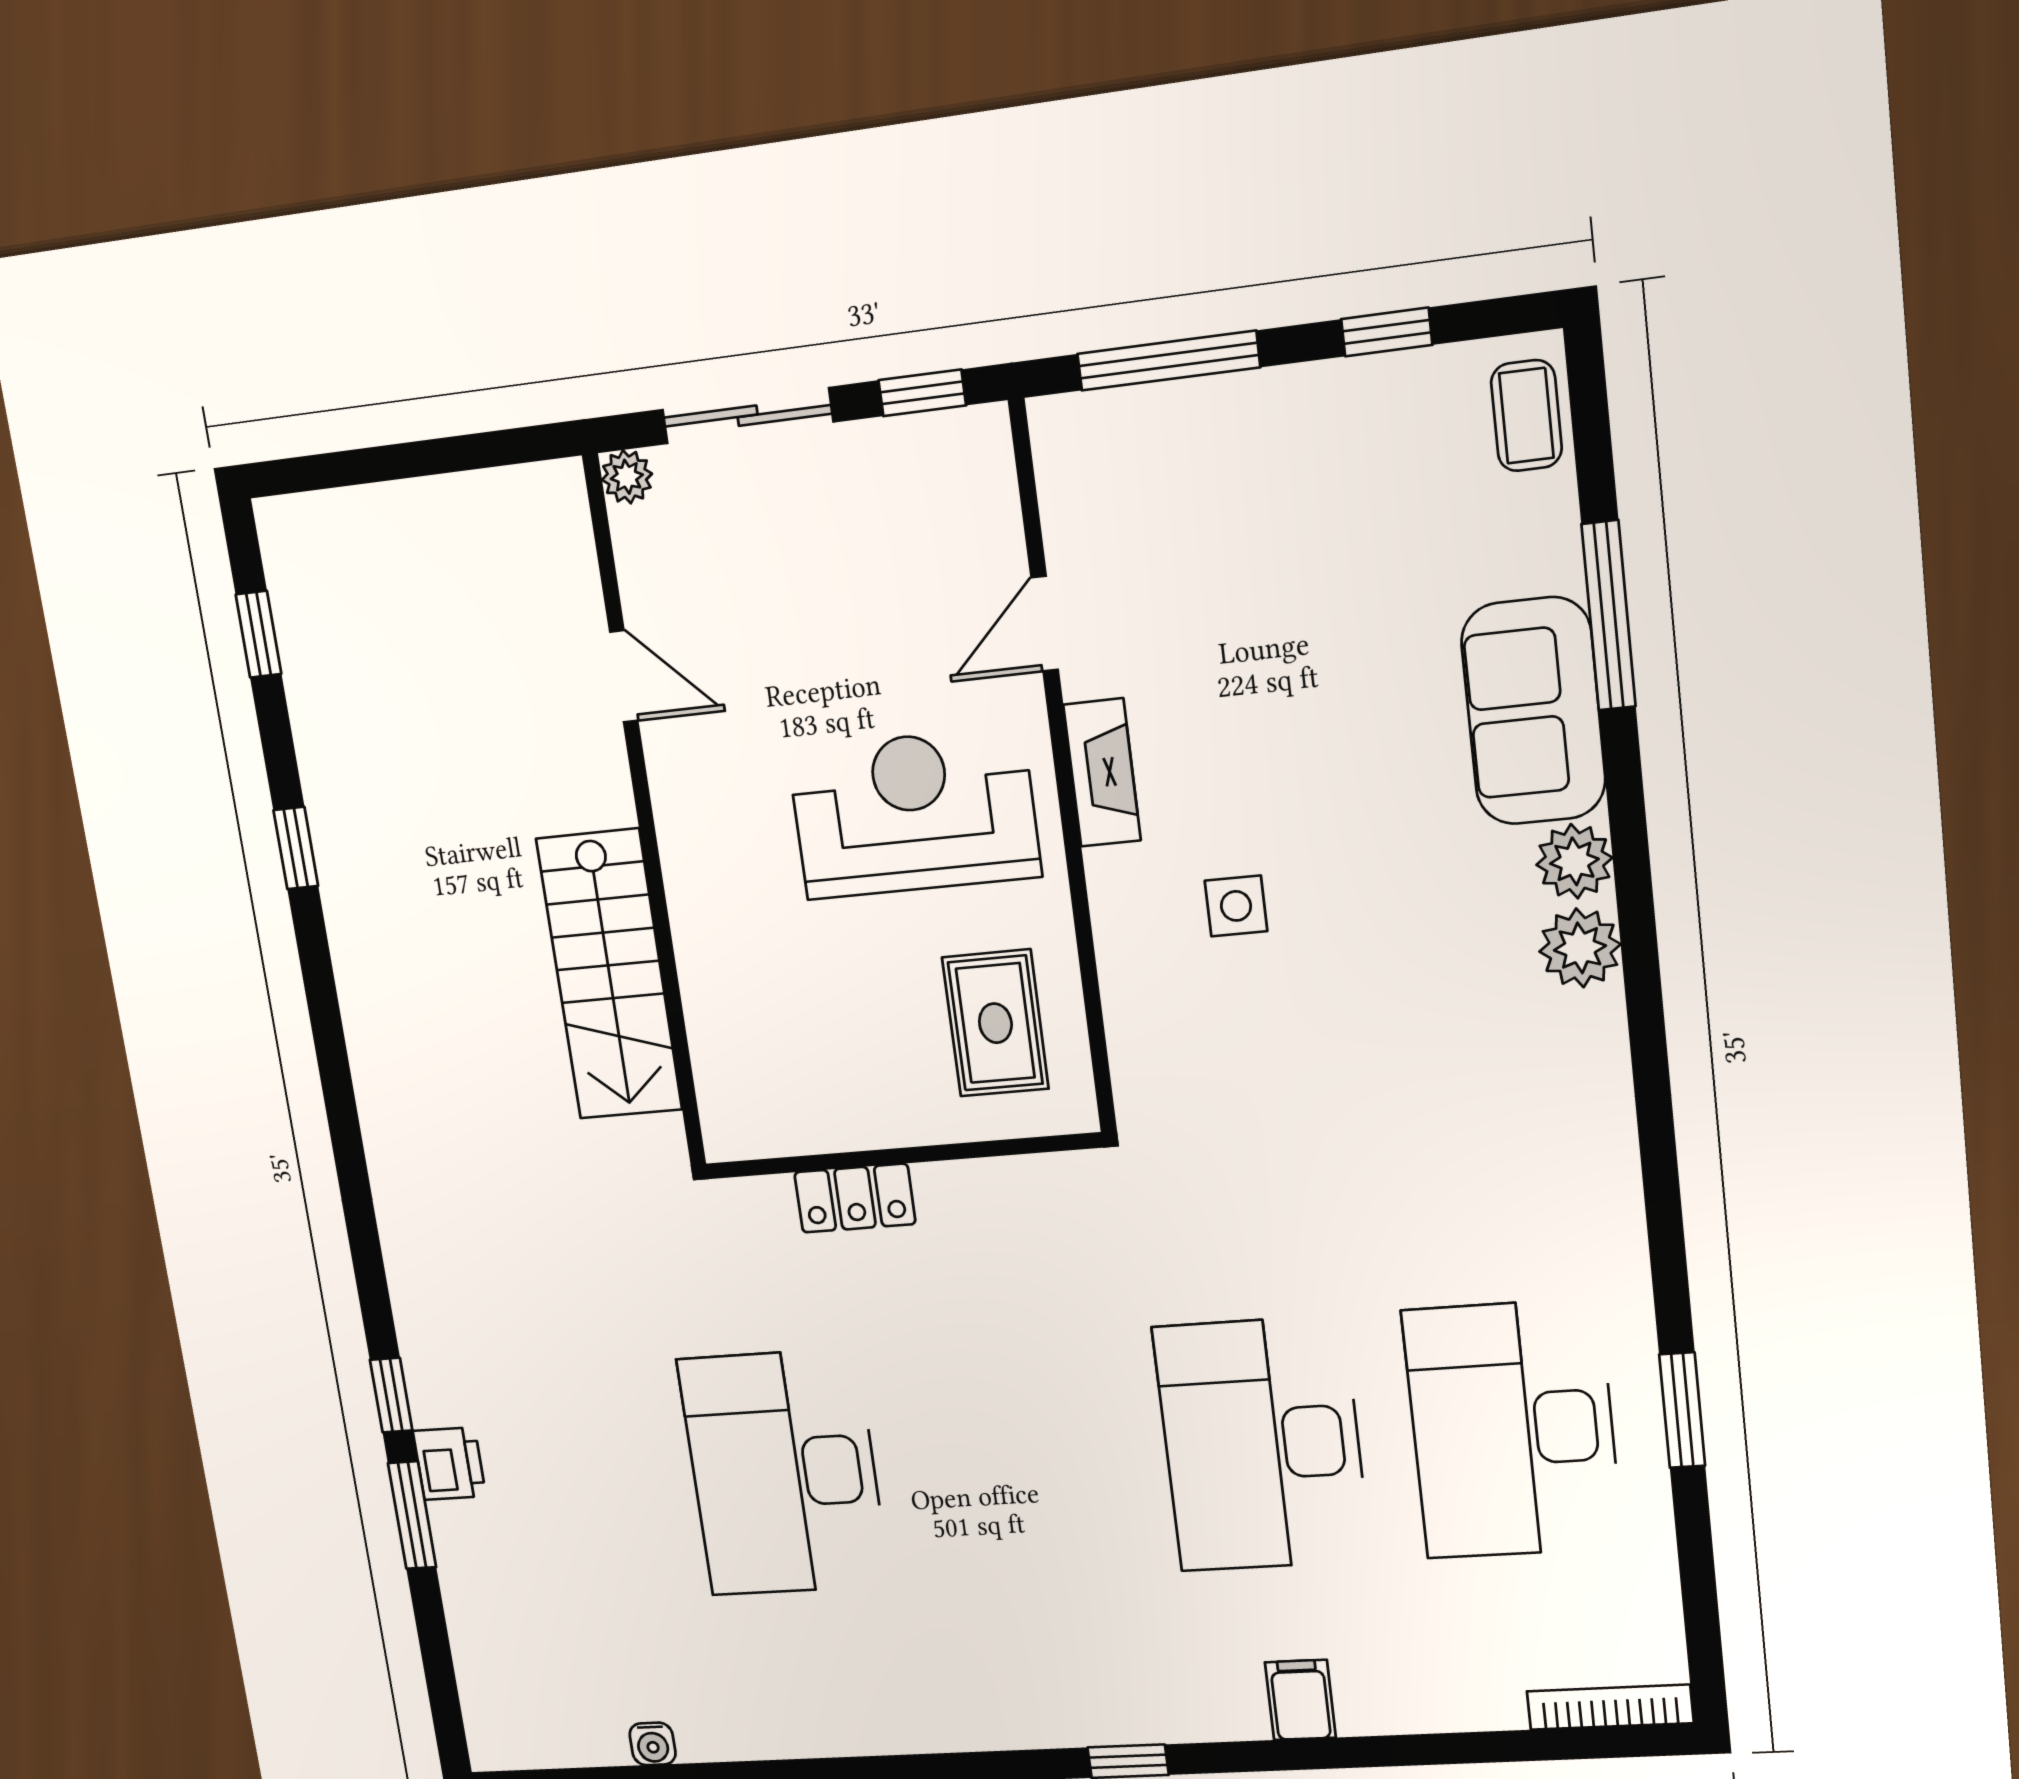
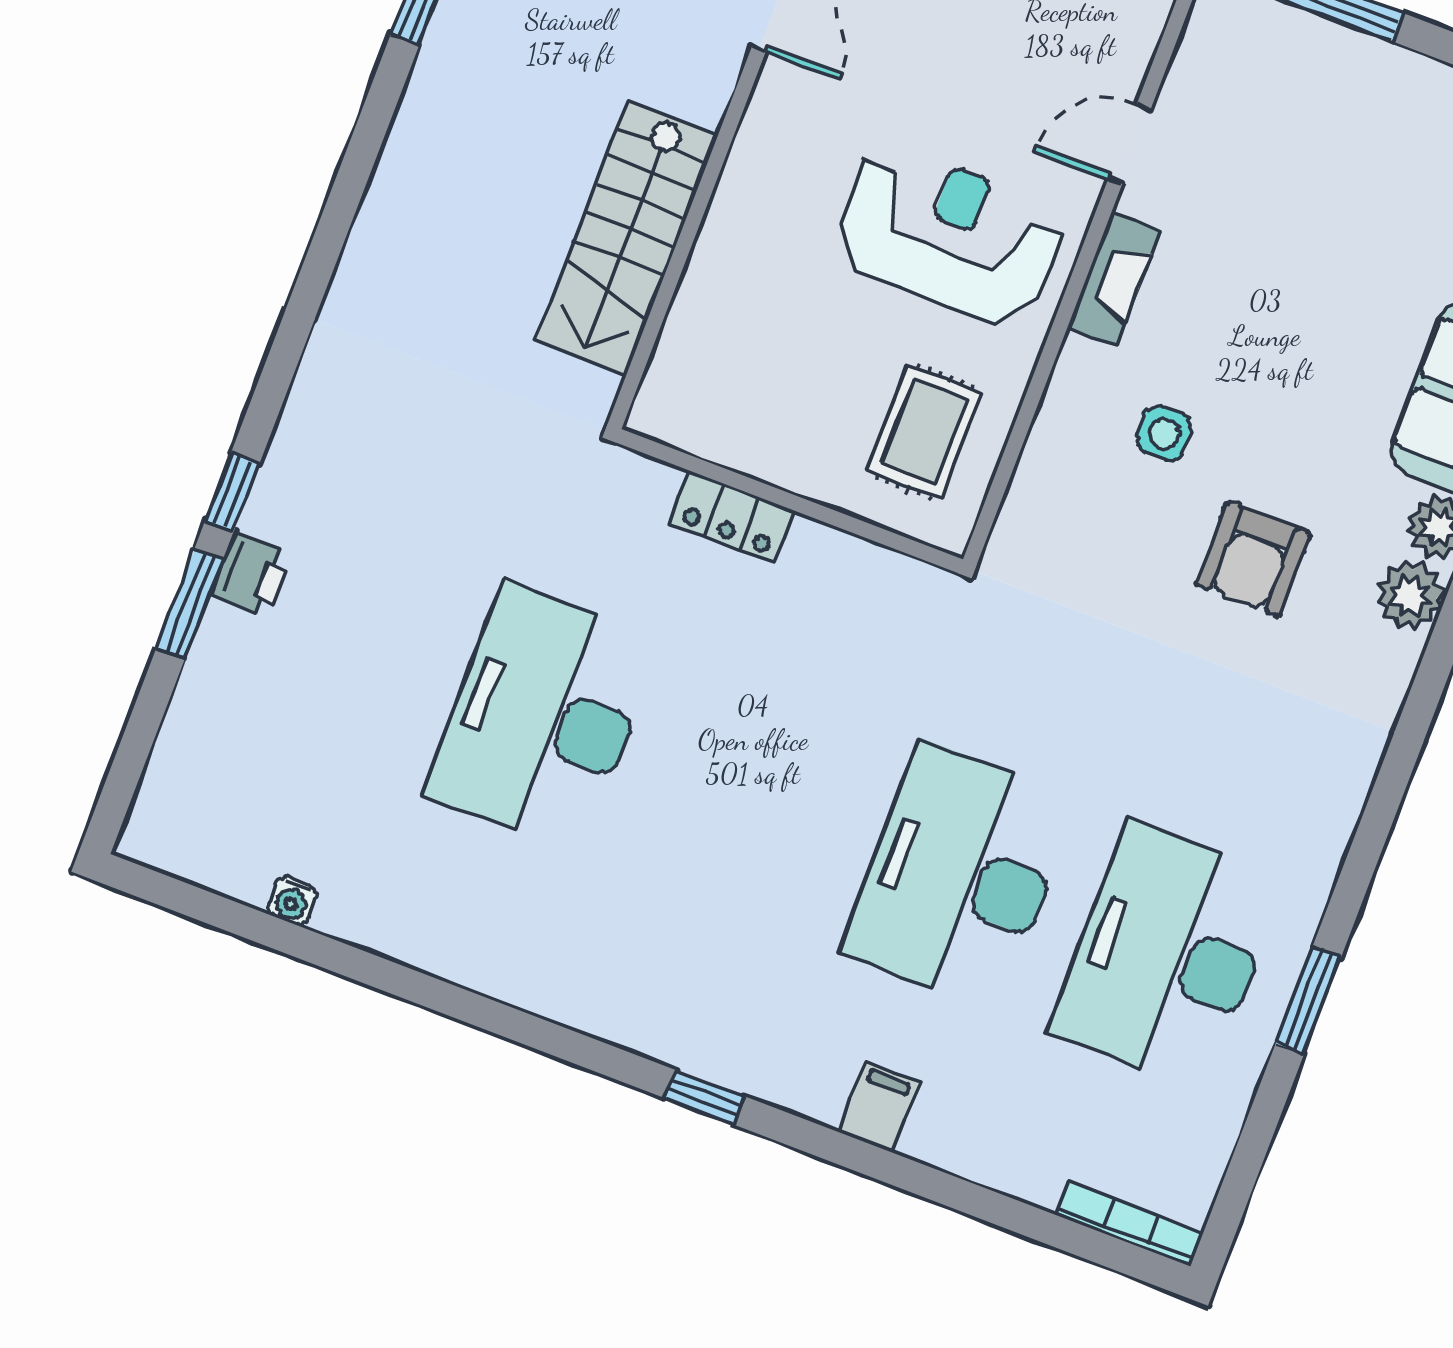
armchair: (1395, 989) -> (1254, 559), added

